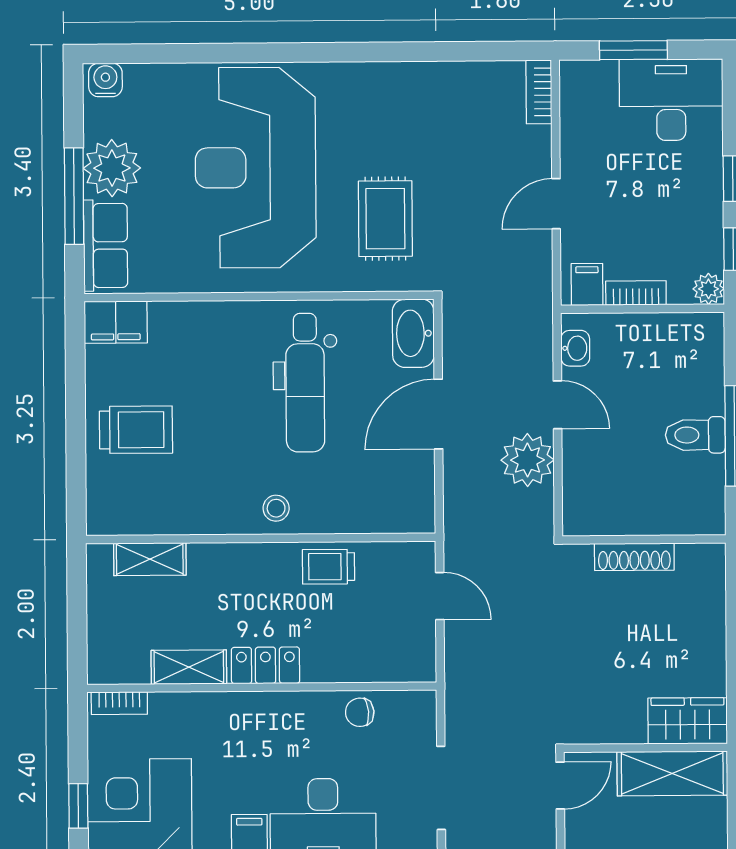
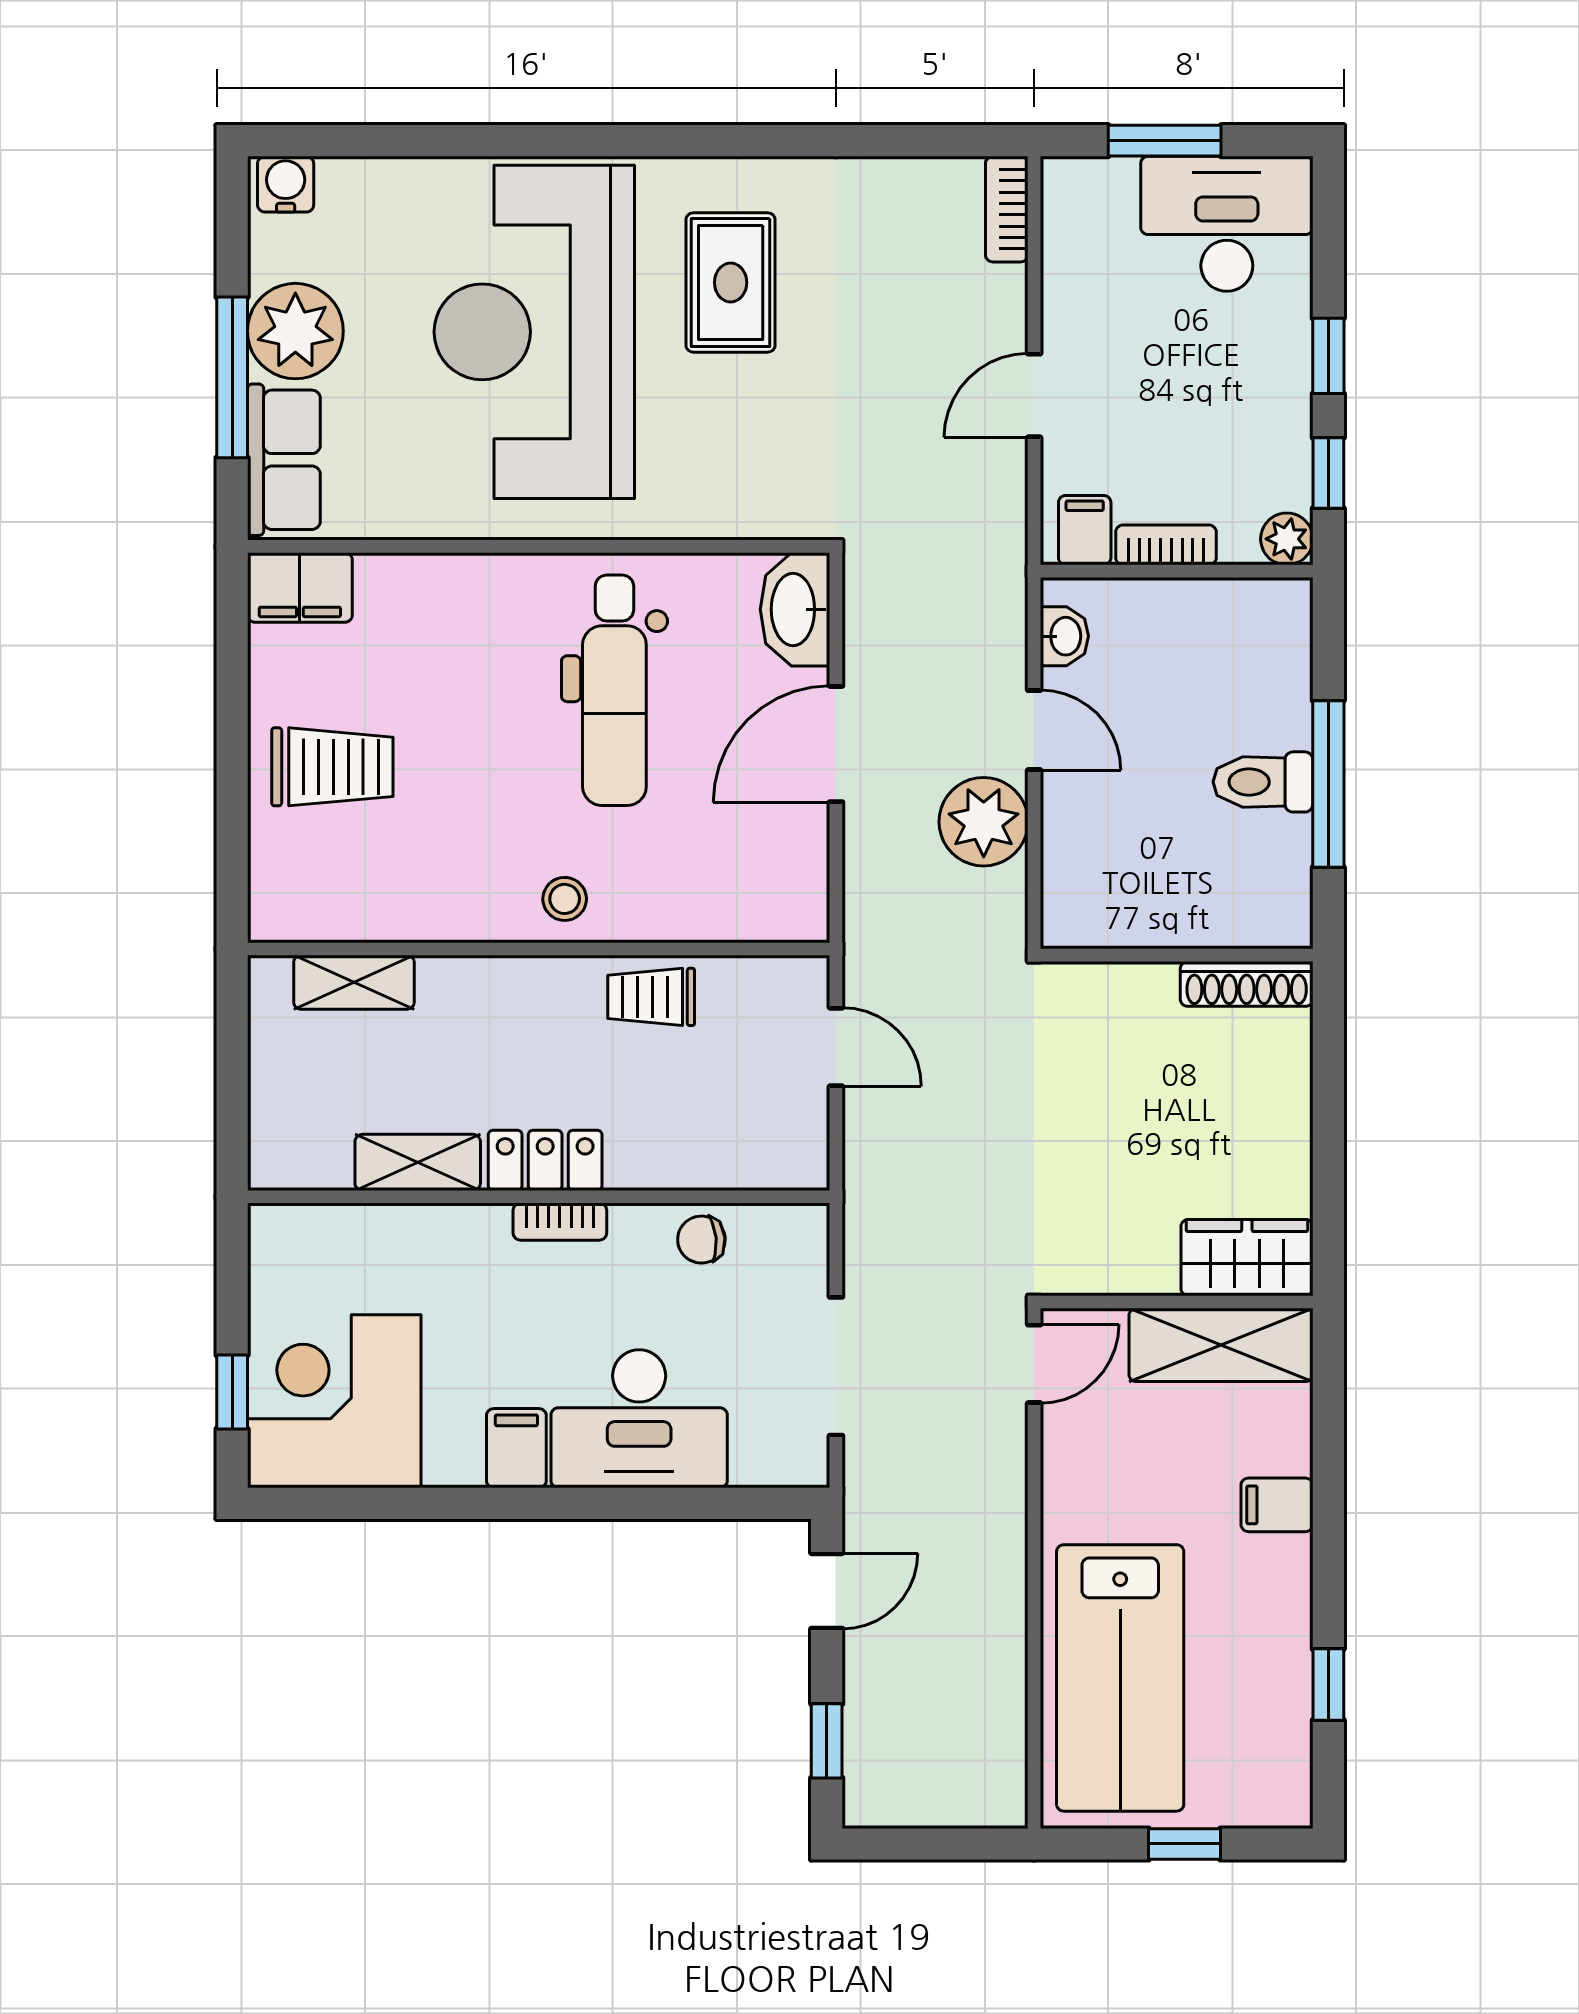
rug: (385, 219) -> (731, 282), moved
shoe rack: (634, 557) -> (1247, 984), moved
bookcase: (119, 703) -> (560, 1222), moved

